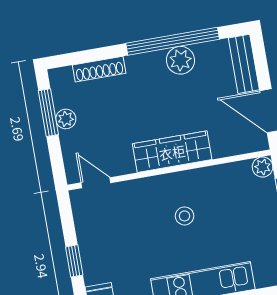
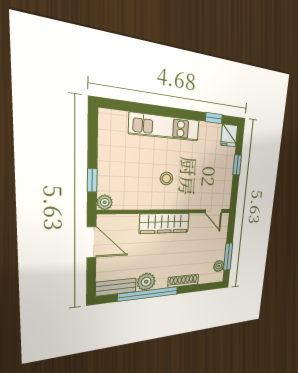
bench: (244, 64) -> (116, 287), moved, turned 90
shoe rack: (99, 69) -> (183, 281), moved
plant: (66, 119) -> (219, 266), moved

